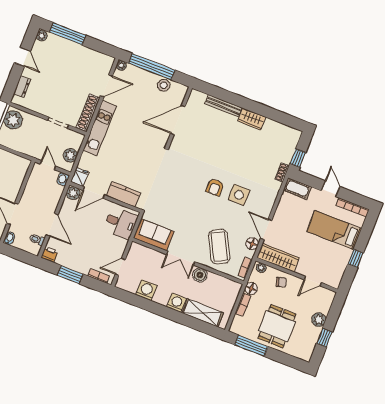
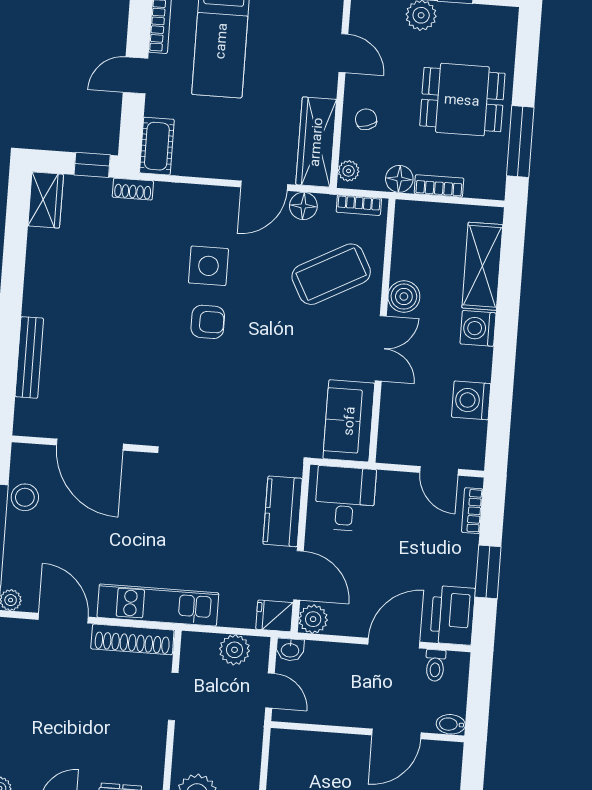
wardrobe: (252, 119) -> (46, 200), moved
door: (48, 165) -> (270, 691), swing flipped
printer: (49, 254) -> (453, 615), width x1.87, depth x1.48

